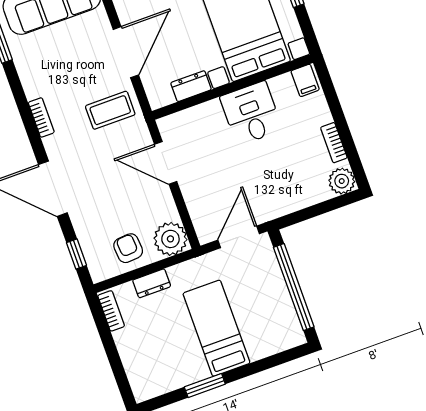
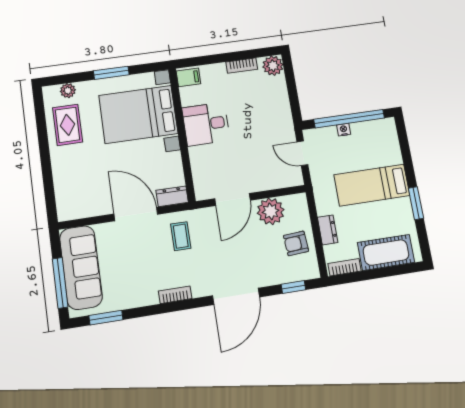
dresser: (191, 86) -> (172, 196), moved, turned 90
coffee table: (110, 110) -> (181, 236), width x0.73, depth x0.77
door: (239, 237) -> (302, 153), width x0.73
plant: (170, 239) -> (271, 211), moved
nightstand: (278, 282) -> (344, 130), added
cot: (138, 358) -> (386, 252), added

